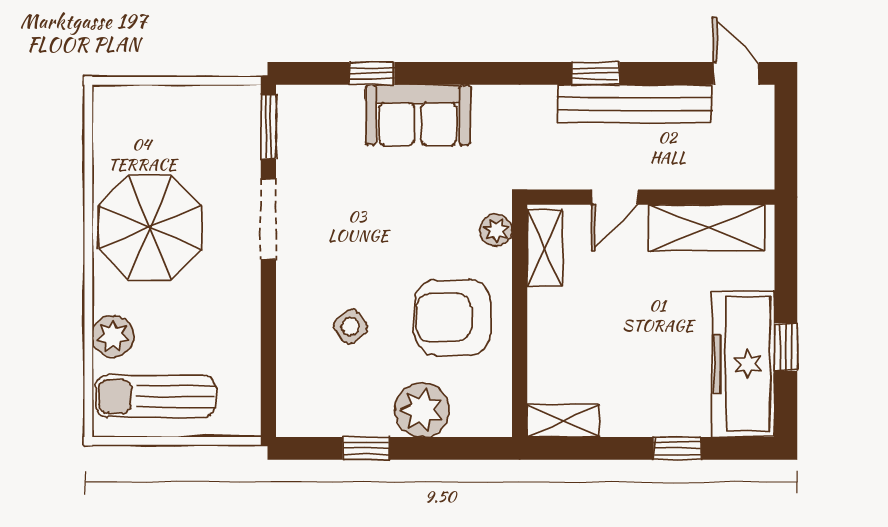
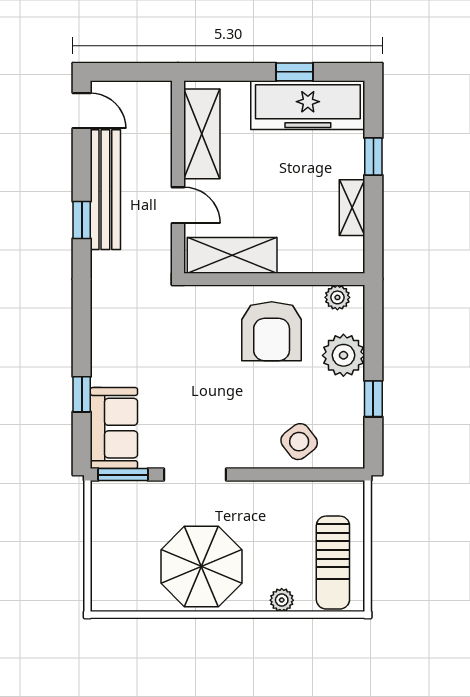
door: (736, 73) -> (82, 111), swing flipped
sofa: (418, 115) -> (114, 428), moved
plant: (496, 230) -> (337, 297), moved
shelving: (544, 248) -> (232, 255), width x1.50, depth x1.33
side table: (351, 326) -> (299, 442), moved, width x1.37, depth x1.37
plant: (113, 336) -> (282, 600), width x0.73, depth x0.73
shelving: (563, 421) -> (352, 208), moved

